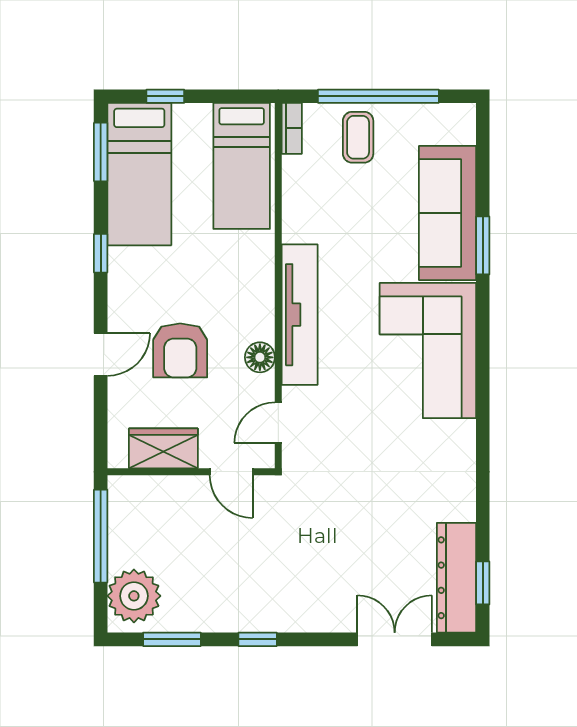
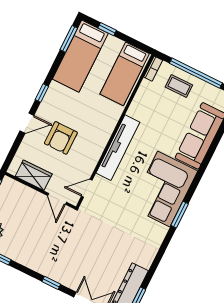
coffee table: (358, 137) -> (179, 86), turned 90
window: (483, 245) -> (180, 215), moved
window: (101, 253) -> (42, 93), moved
floor lamp: (260, 357) -> (93, 157), removed
window: (258, 639) -> (51, 283), moved

